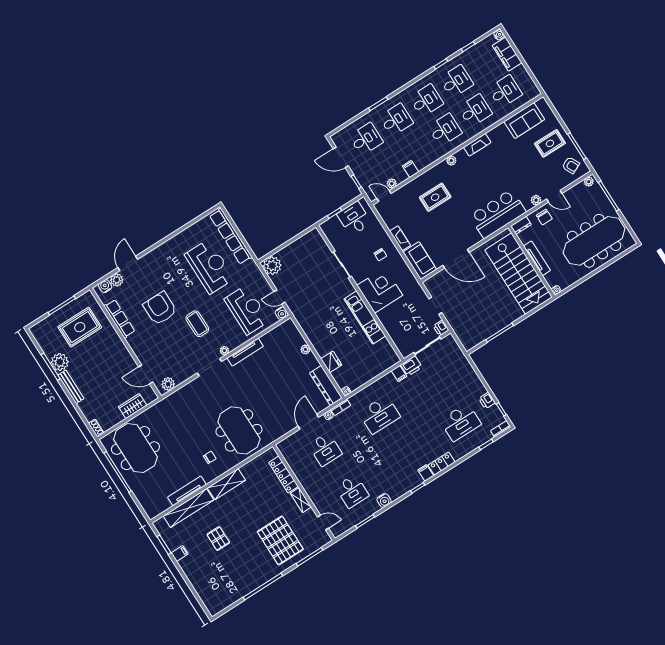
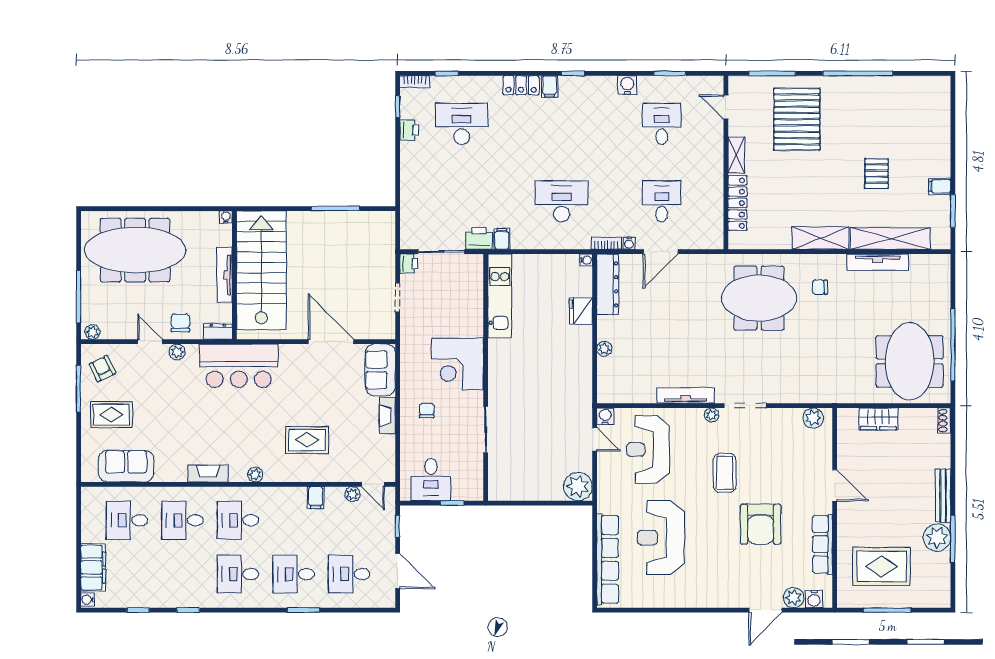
desk: (456, 81) -> (182, 574), removed
kitchen unit: (365, 317) -> (500, 296), moved
door: (146, 374) -> (835, 485), moved
meeting table: (239, 430) -> (759, 298), turned 90

